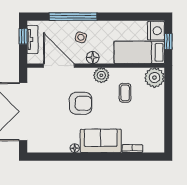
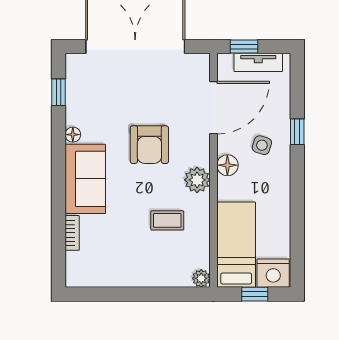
window: (73, 17) -> (297, 132), width x0.32
window: (23, 36) -> (244, 47), moved
plant: (154, 78) -> (201, 278), width x0.53, depth x0.53
window: (50, 157) -> (59, 92), added

